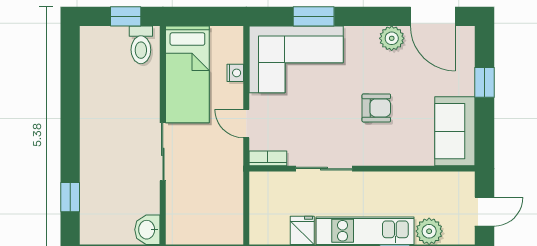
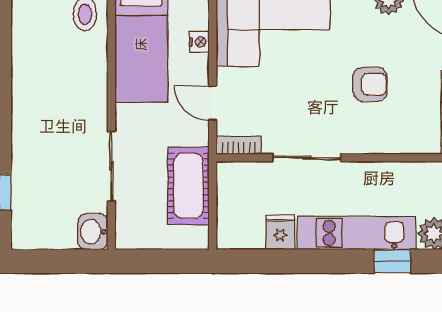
sliding door: (163, 152) -> (111, 166), moved
cot: (226, 192) -> (189, 186), added

